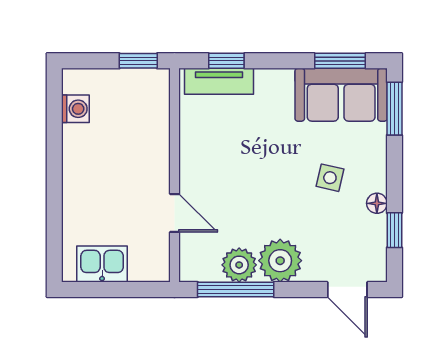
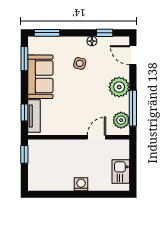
sofa: (341, 95) -> (40, 77), moved
washing machine: (75, 109) -> (81, 184), moved
plant: (239, 265) -> (121, 120), moved
door: (347, 290) -> (133, 55), swing flipped

